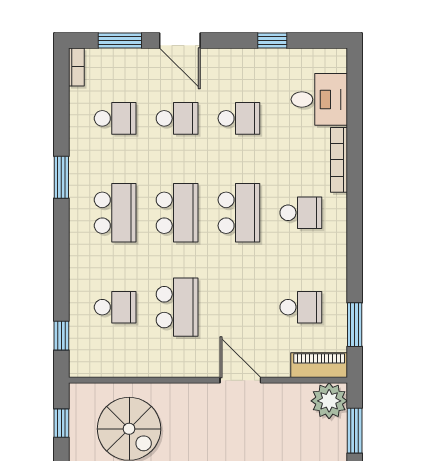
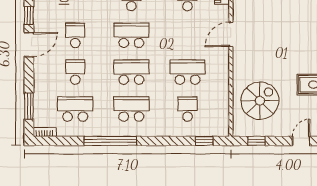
door: (180, 40) -> (29, 45), moved
school desk: (115, 118) -> (75, 109), width x1.85
window: (61, 177) -> (110, 141), width x2.11

